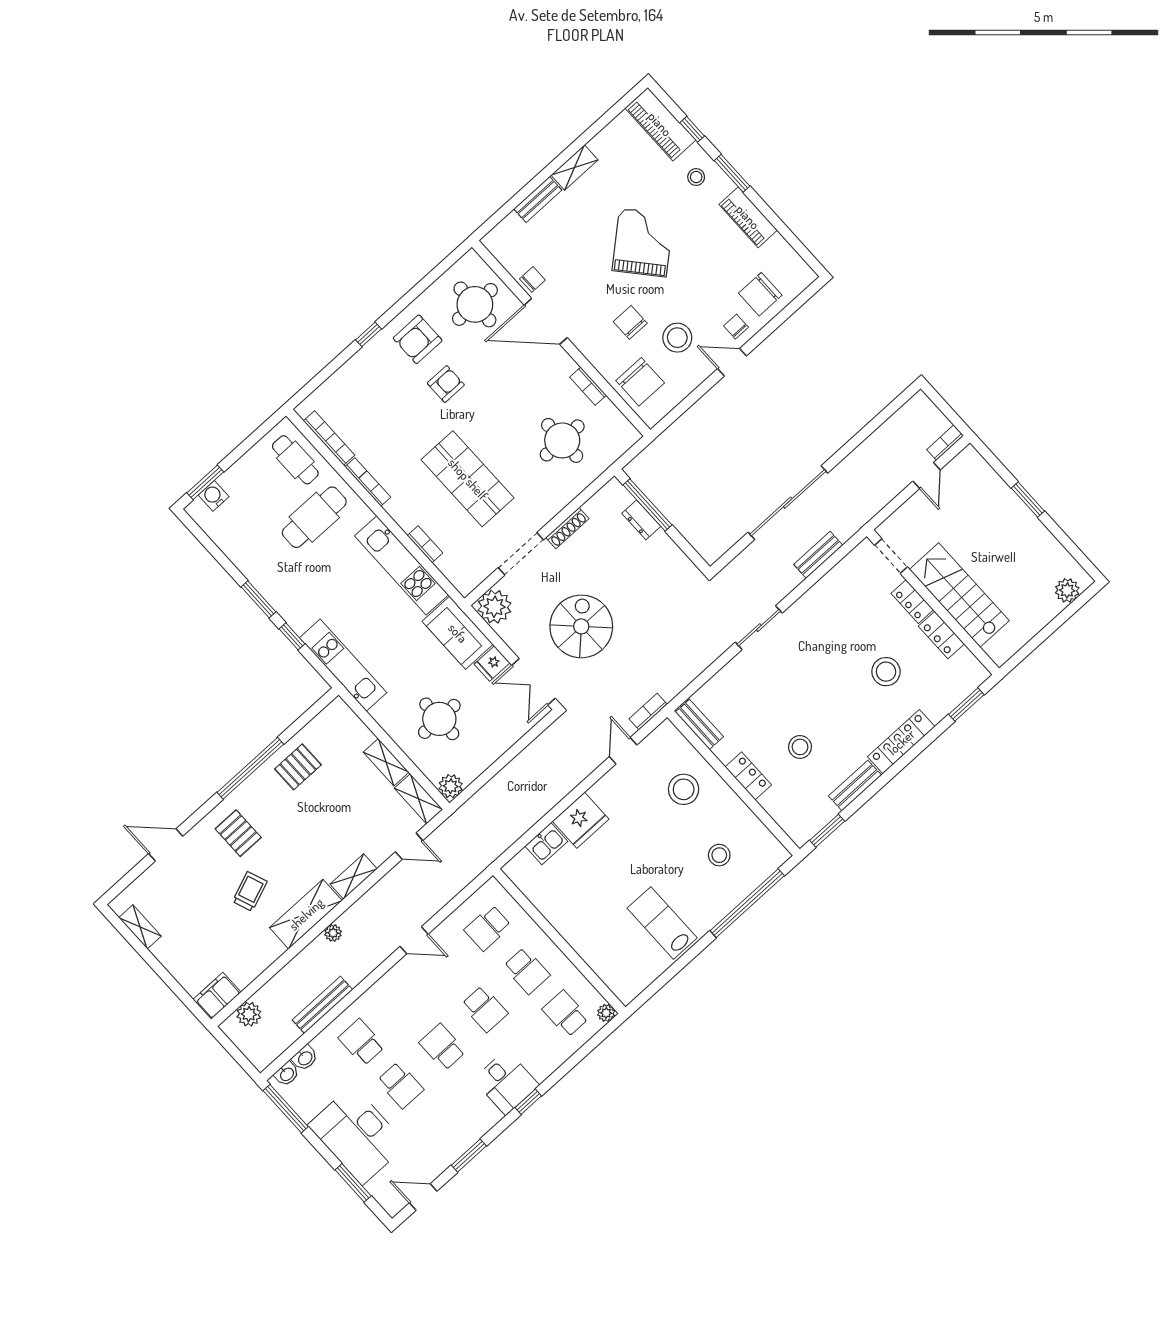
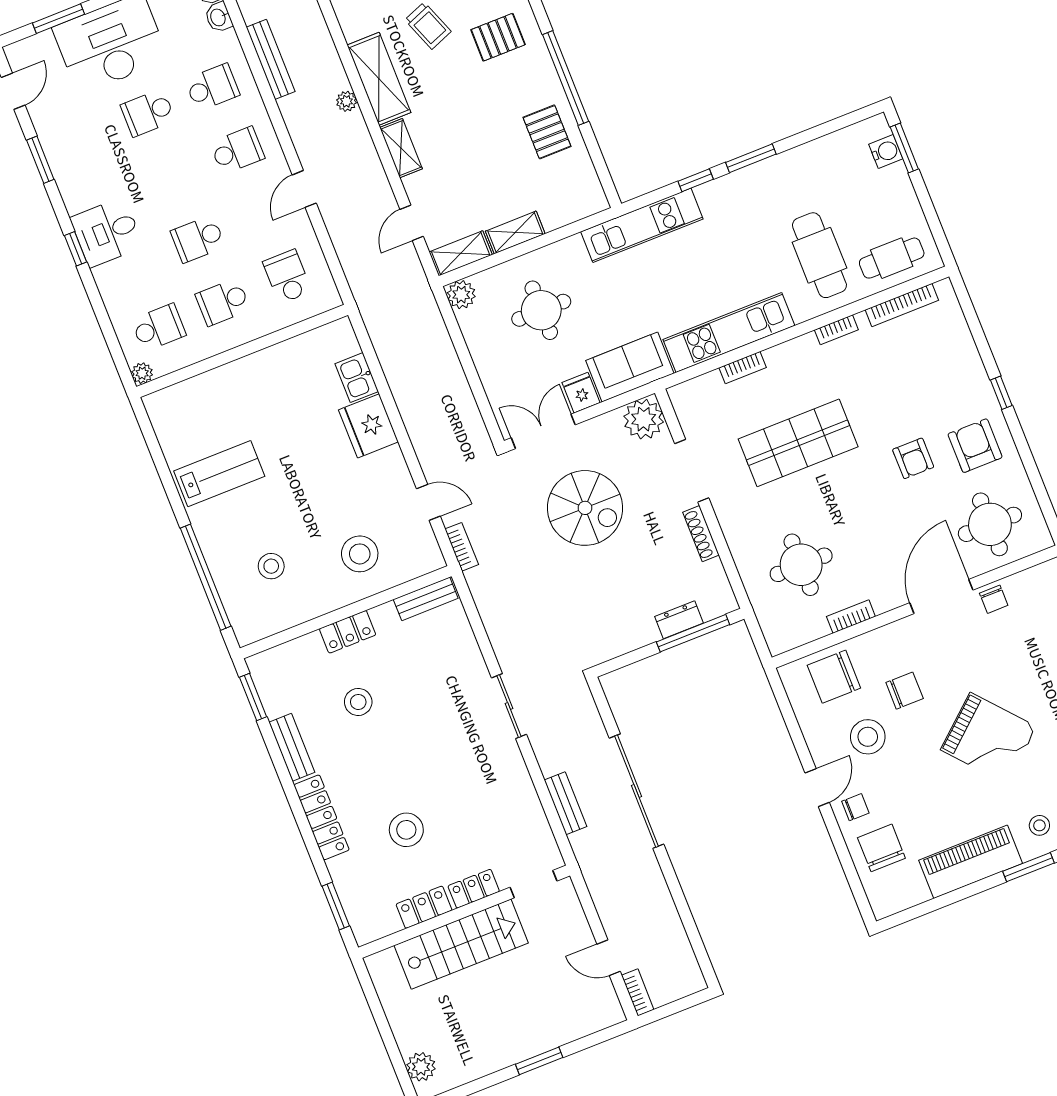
piano: (748, 217) -> (971, 862), width x1.37, depth x1.33
bookcase: (368, 482) -> (836, 330), width x0.64
school desk: (442, 1047) -> (237, 150), moved

